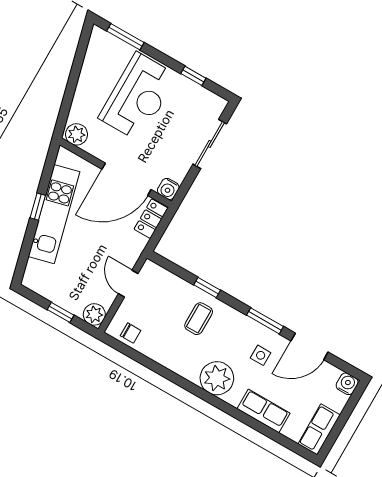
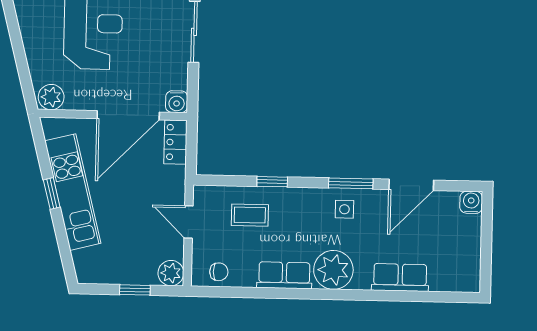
coffee table: (199, 319) -> (250, 215), moved, turned 90
side table: (261, 355) -> (344, 209), moved
row of seats: (319, 429) -> (284, 275), moved, turned 90

